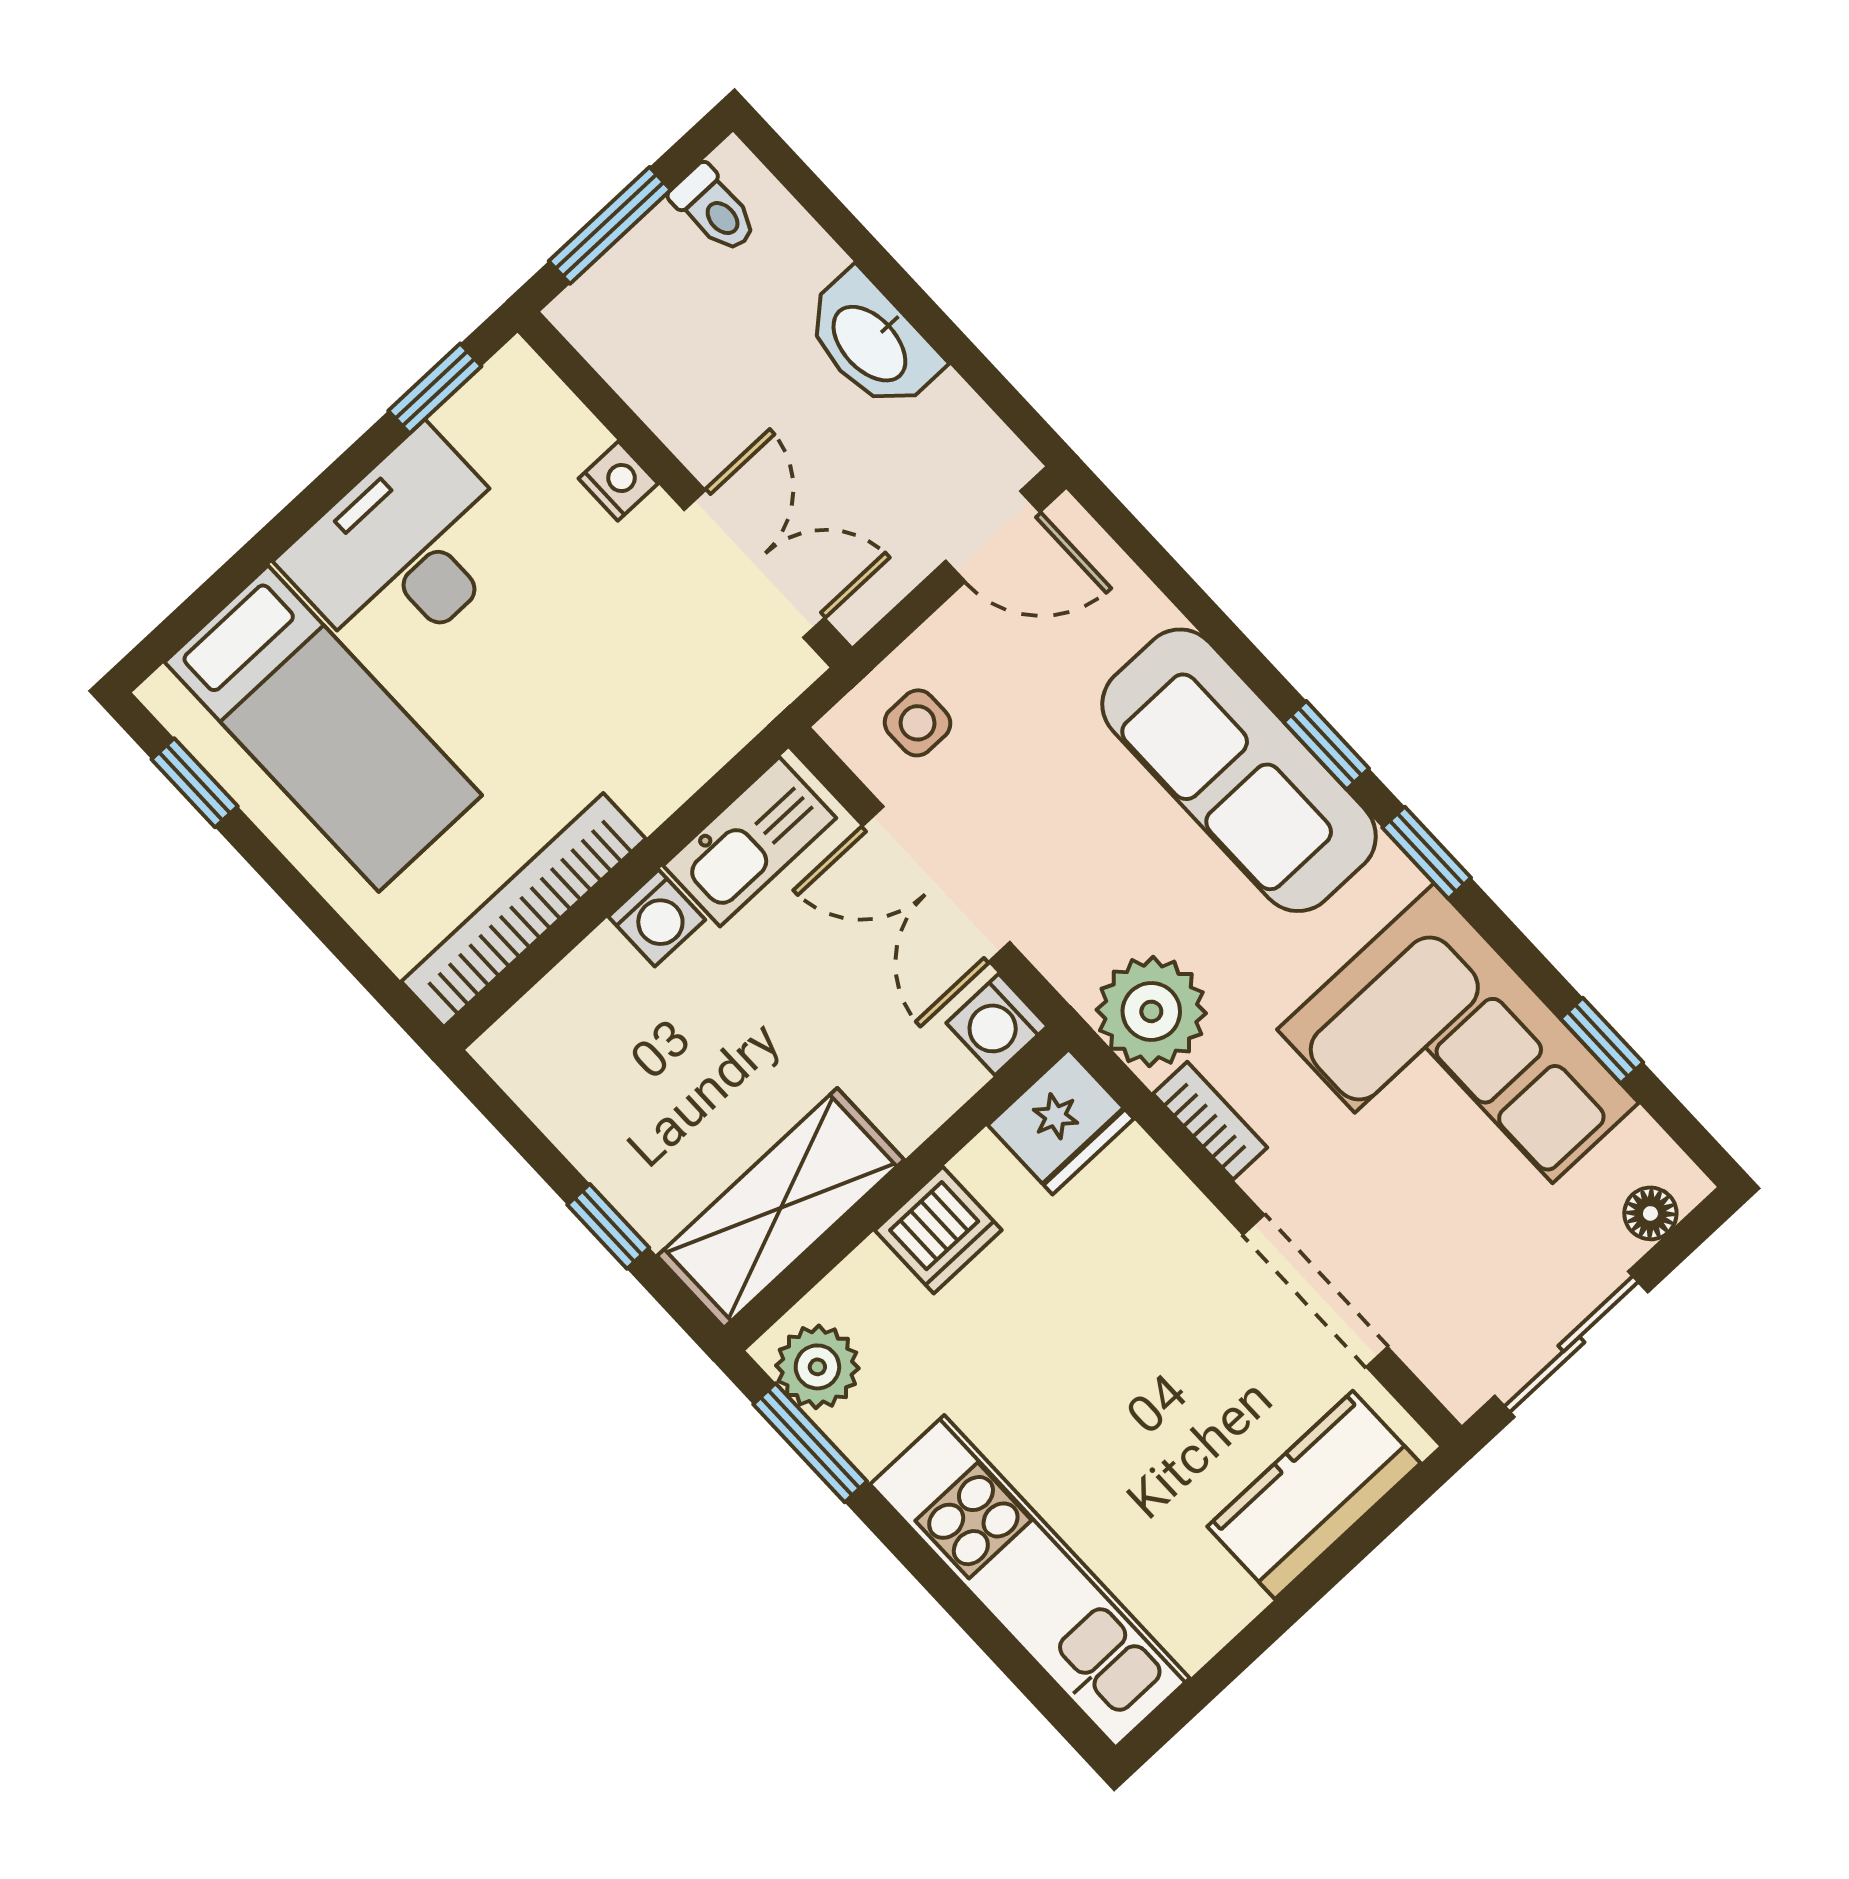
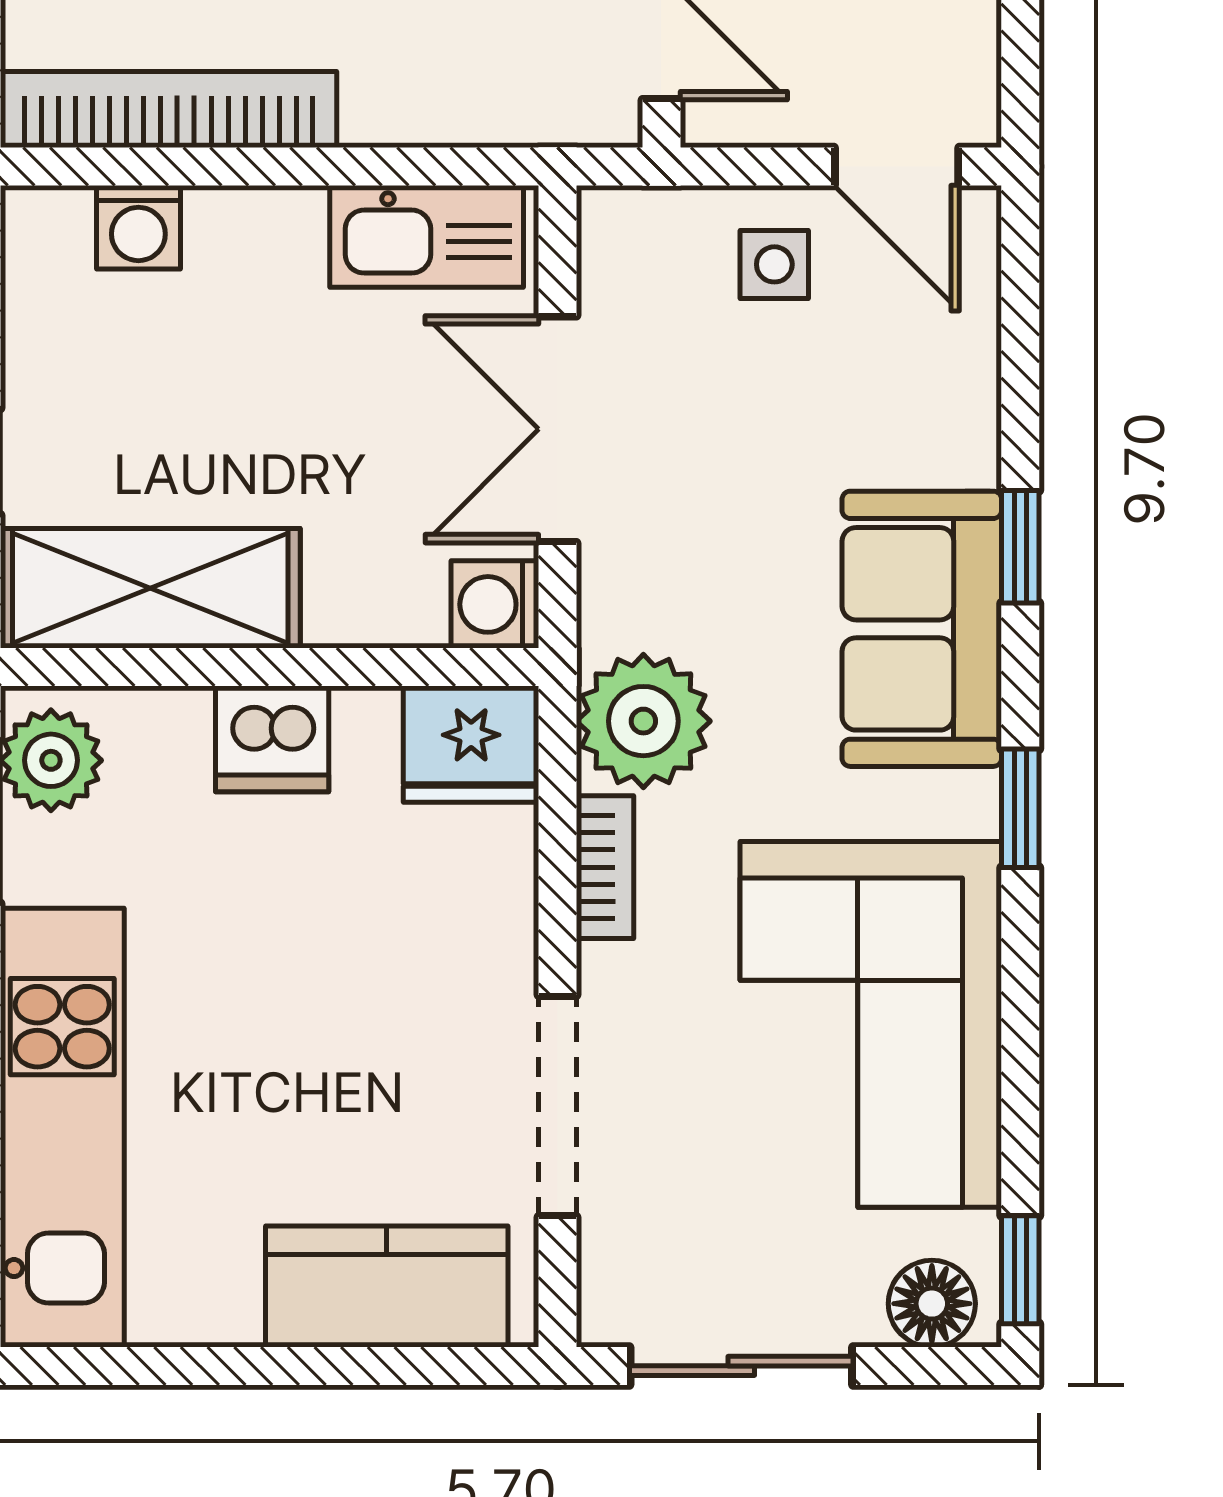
side table: (918, 723) -> (774, 264), moved
window: (1326, 745) -> (1020, 547), moved
sofa: (1239, 770) -> (922, 629), width x0.73
washing machine: (657, 918) -> (138, 227), moved
window: (1602, 1041) -> (1020, 1270), moved
floor lamp: (1650, 1213) -> (932, 1304), width x1.37, depth x1.37

